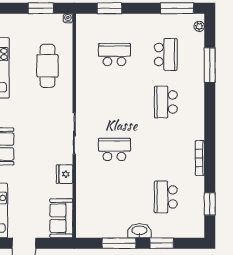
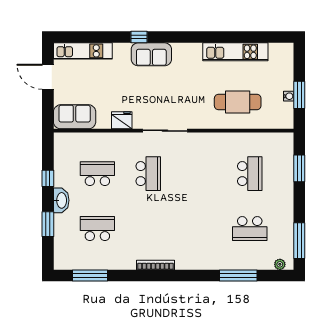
water cooler: (68, 18) -> (289, 96), moved
school desk: (166, 102) -> (97, 174), moved
bookcase: (200, 158) -> (155, 265), moved
window: (210, 204) -> (90, 276), width x1.44
window: (119, 243) -> (48, 178), width x0.46

